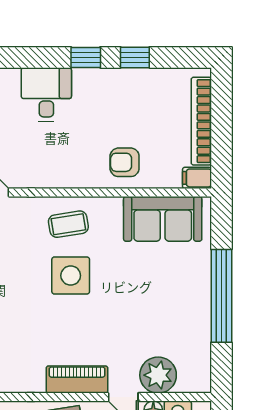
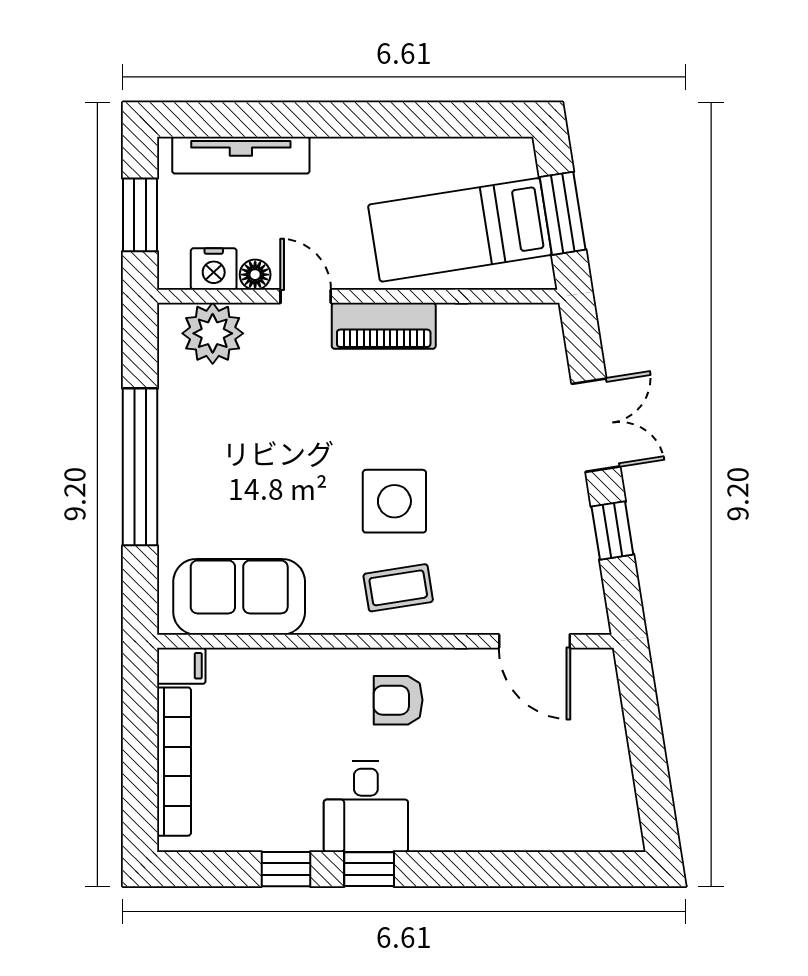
desk: (46, 94) -> (366, 807), moved
armchair: (125, 162) -> (398, 700), moved, turned 180
plant: (158, 375) -> (213, 333), moved

